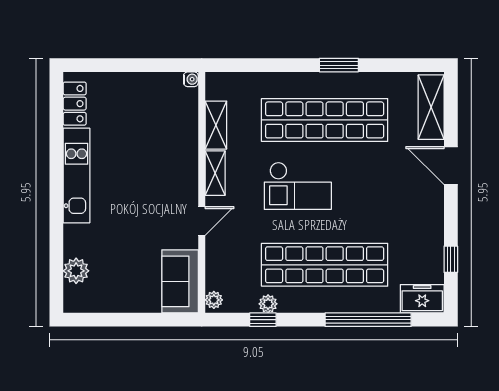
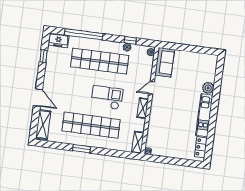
shelving: (216, 125) -> (138, 142), moved
plant: (76, 271) -> (208, 88), moved

